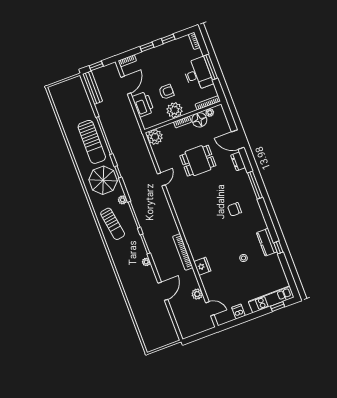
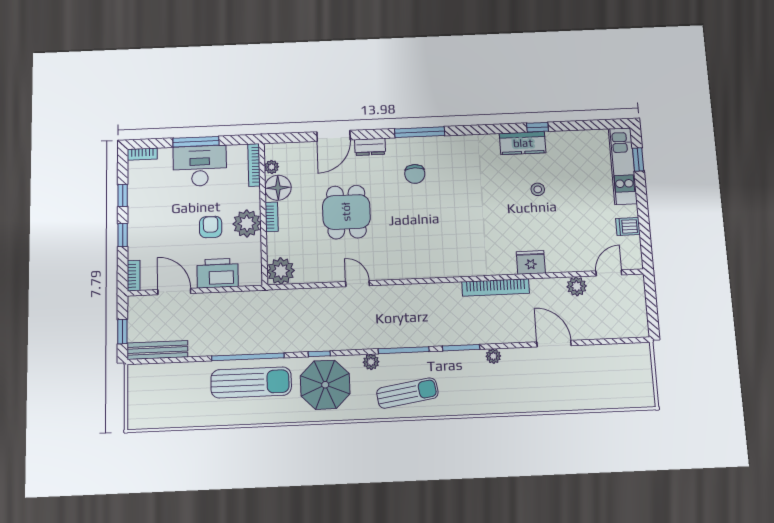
chair: (235, 209) -> (415, 174), moved

